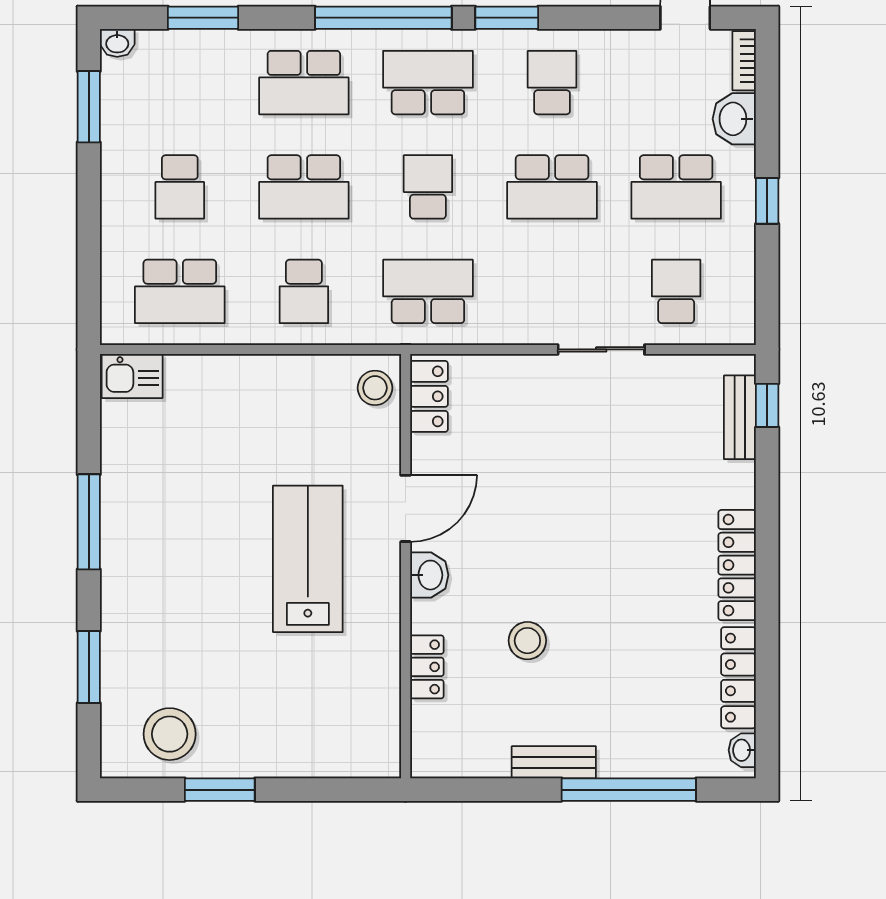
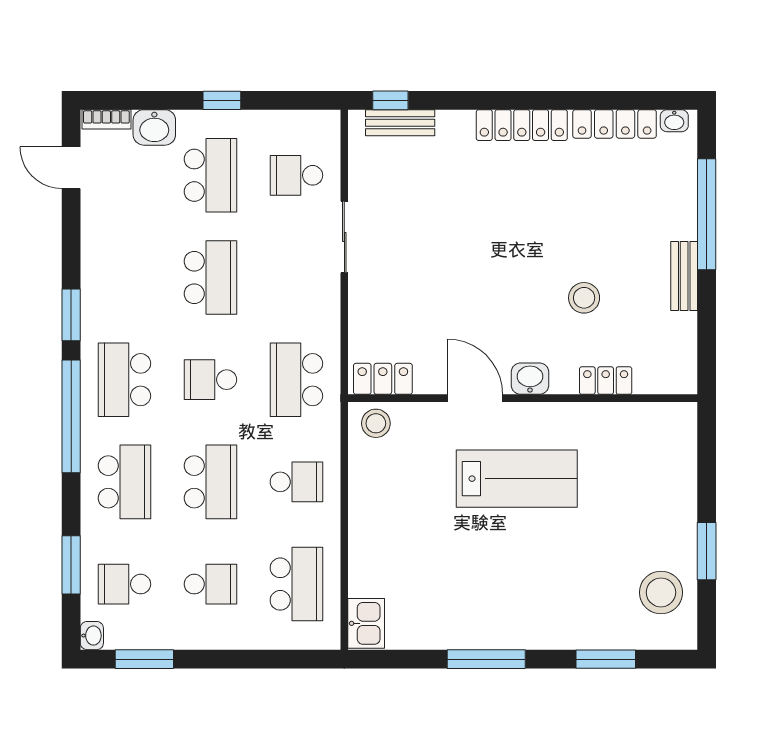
school desk: (552, 83) -> (124, 584), moved
lab bench: (308, 559) -> (517, 479), turned 180

